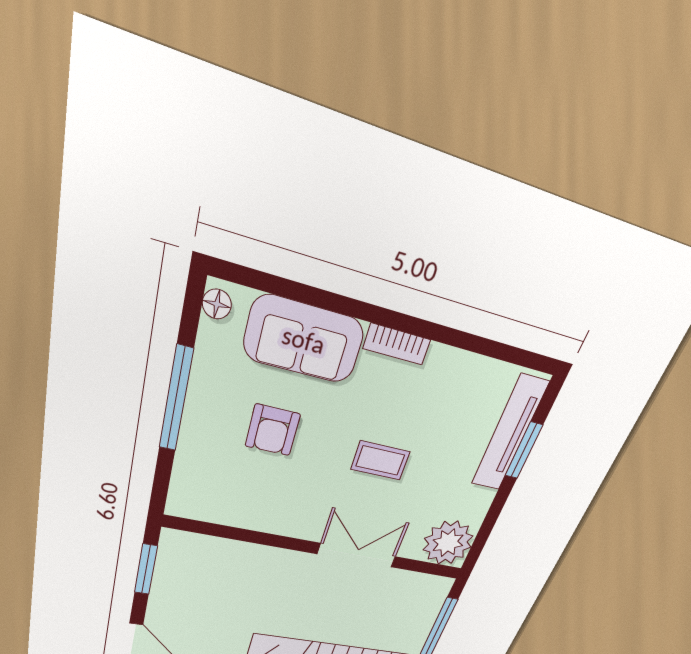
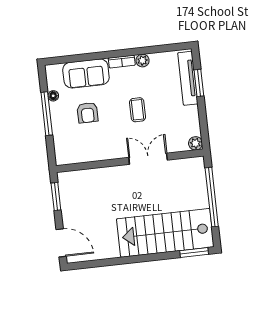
floor lamp: (217, 304) -> (53, 96), moved
plant: (442, 360) -> (143, 61), added
coffee table: (380, 461) -> (138, 110), turned 90
plant: (448, 543) -> (195, 143), width x0.53, depth x0.53

